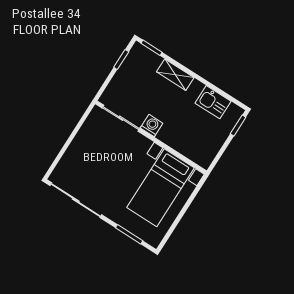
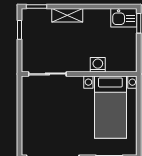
kitchen sink: (213, 102) -> (124, 18), moved
washing machine: (152, 126) -> (98, 65), moved

